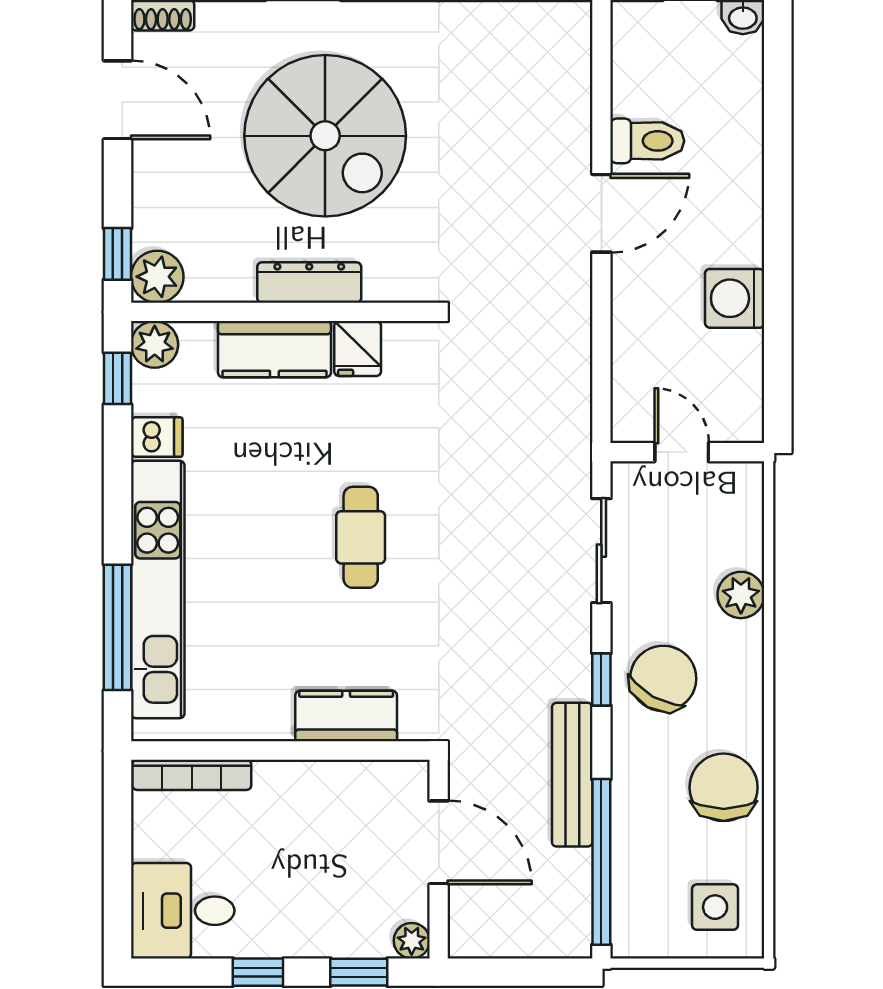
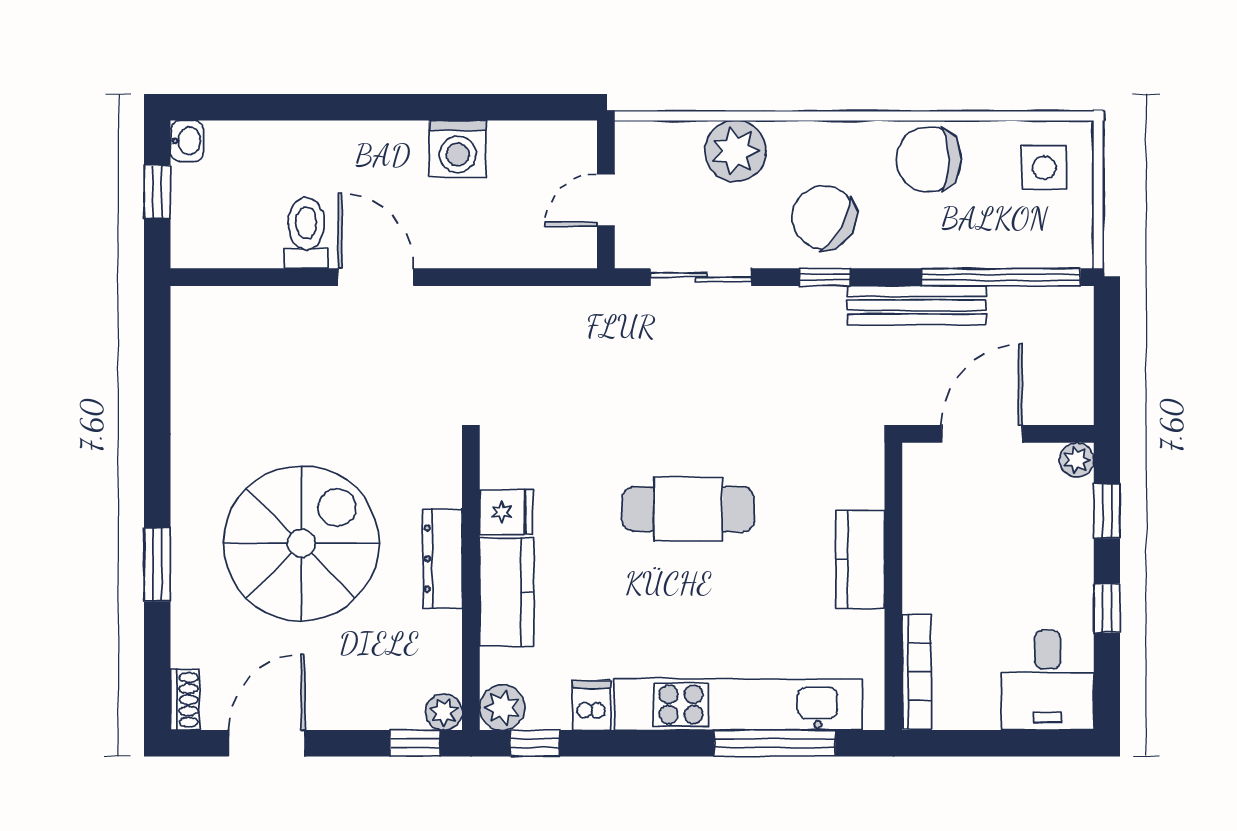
plant: (157, 277) -> (444, 712), width x0.73, depth x0.73
cafe table: (361, 537) -> (688, 509), width x1.37, depth x1.35
plant: (741, 595) -> (735, 151), width x1.36, depth x1.36
kitchen counter: (346, 716) -> (860, 560), moved

